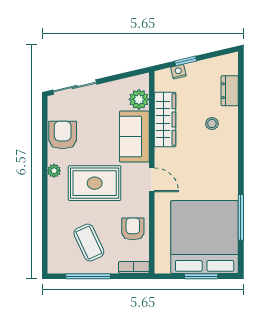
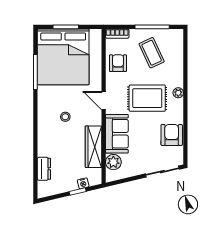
stool: (212, 124) -> (65, 117), moved
armchair: (63, 135) -> (172, 135), turned 180
plant: (54, 171) -> (178, 93), moved
armchair: (133, 229) -> (118, 63), turned 180

